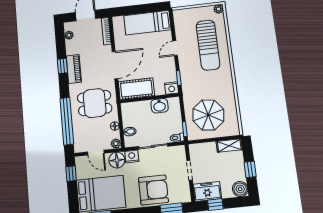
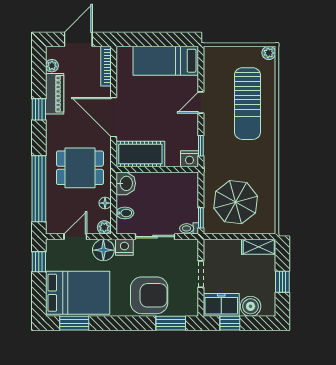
door: (115, 65) -> (114, 117), swing flipped
piano: (74, 69) -> (55, 94), moved
washbasin: (160, 106) -> (126, 183), moved, turned -90
door: (96, 153) -> (75, 237), swing flipped
boiler: (240, 189) -> (251, 306), moved

